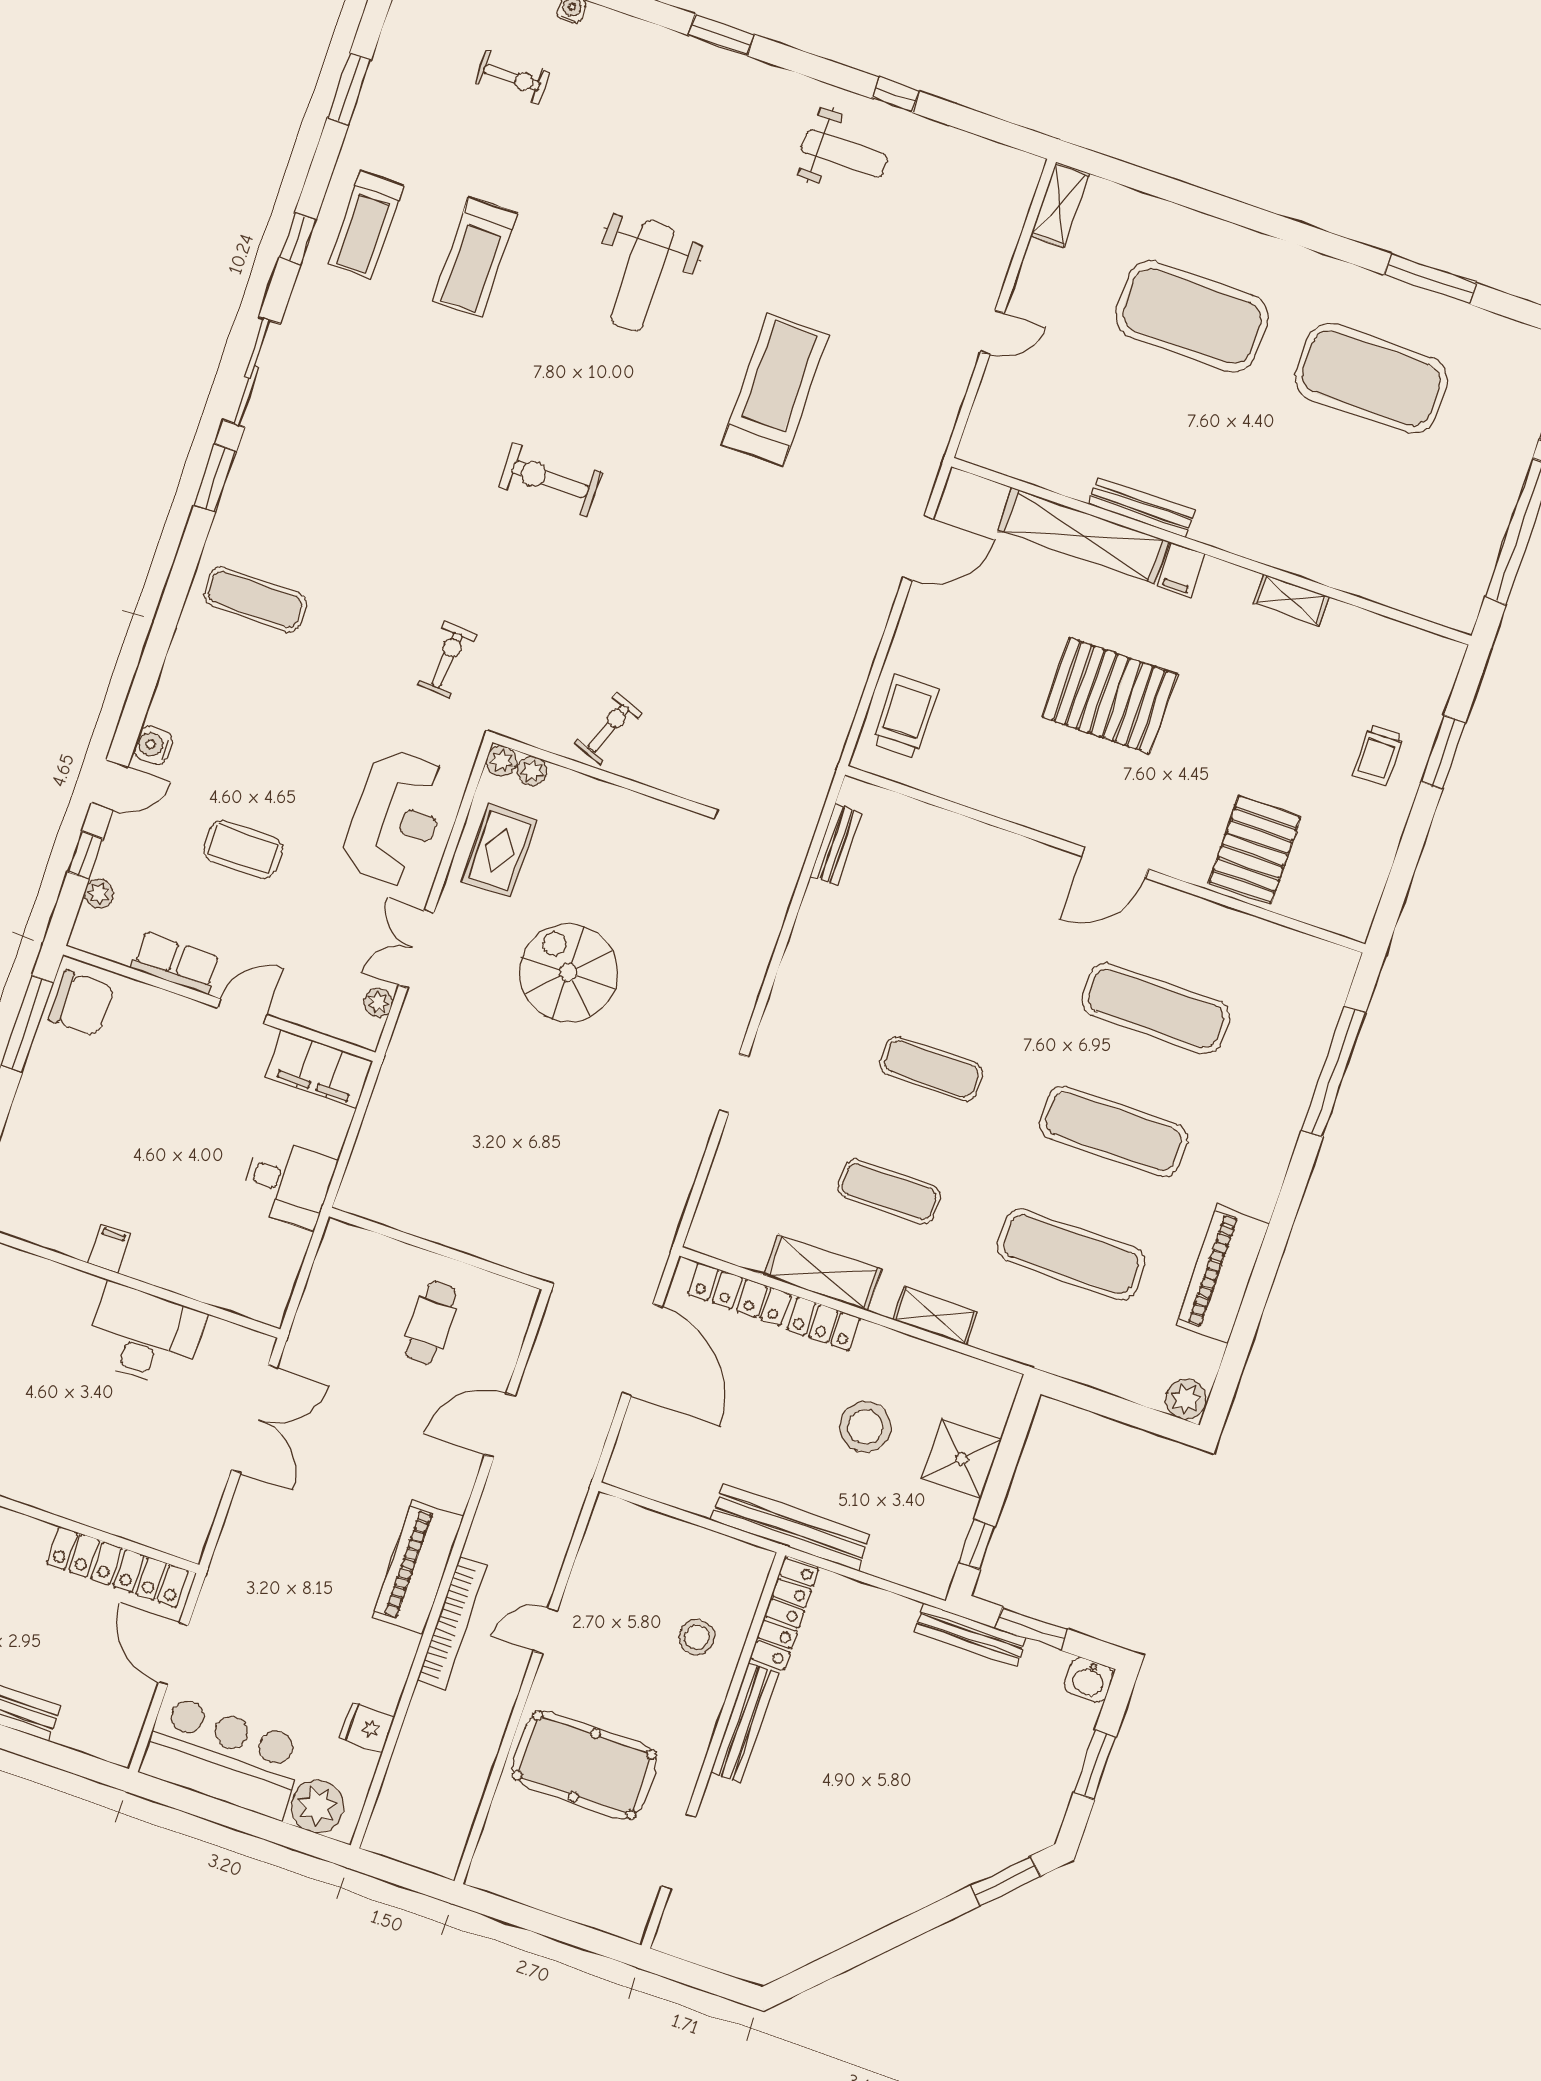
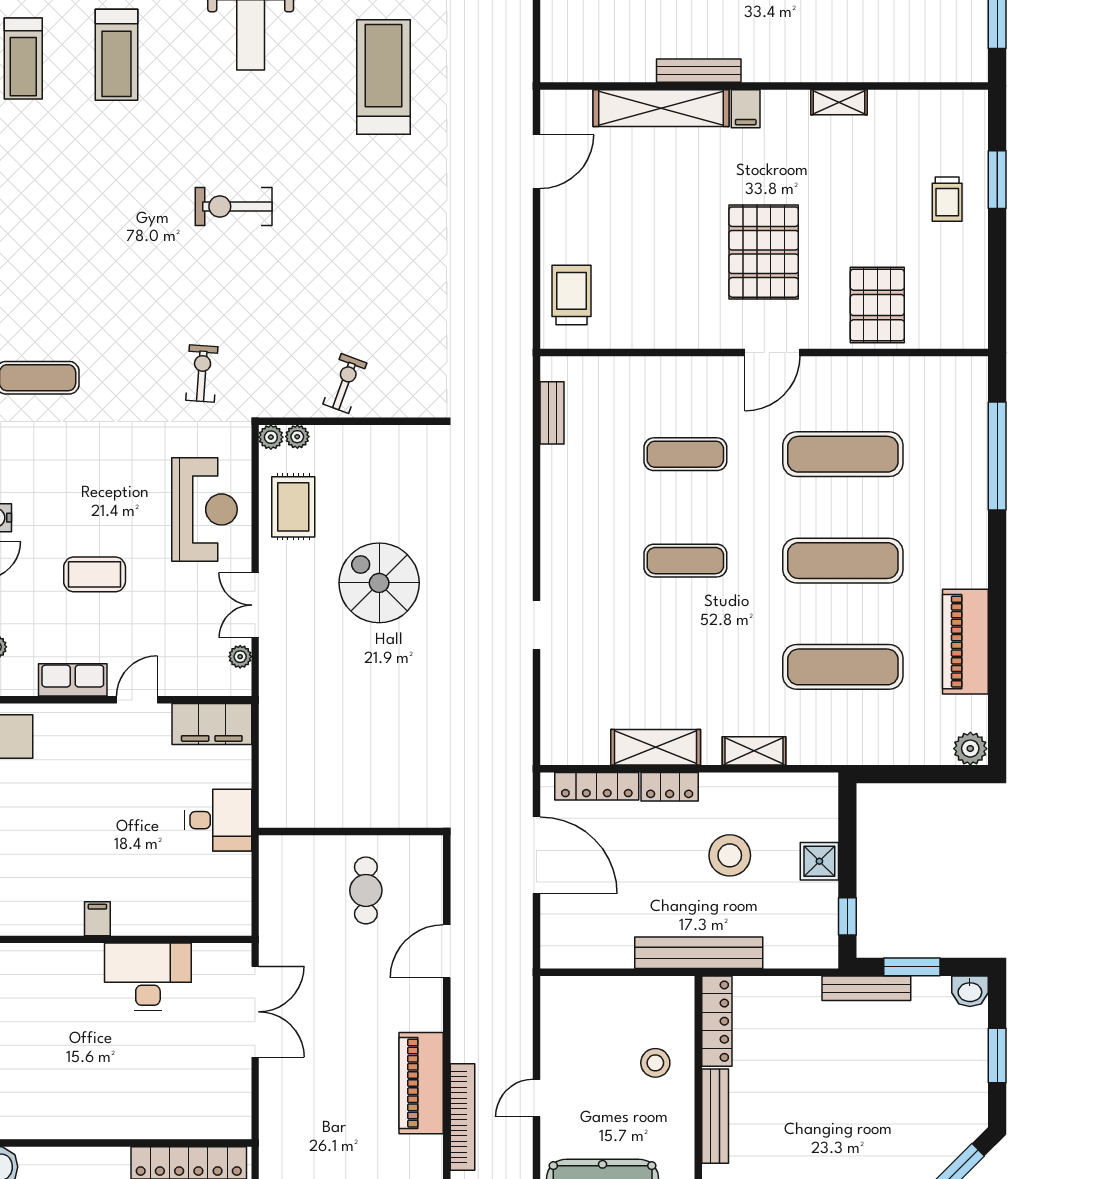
pallet: (1110, 696) -> (764, 252), moved, turned 90
exercise mat: (889, 1192) -> (685, 454), moved
shower: (961, 1459) -> (819, 861), width x0.73, depth x0.73

